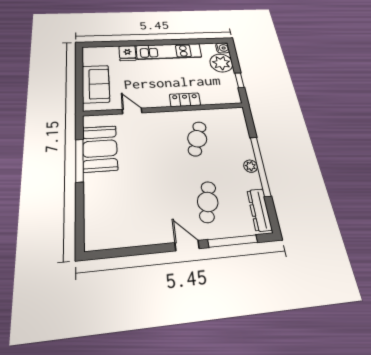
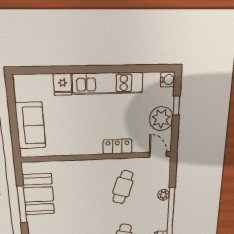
plant: (221, 63) -> (161, 119), moved
window: (240, 80) -> (176, 106), moved
door: (132, 111) -> (158, 154), moved
plant: (251, 166) -> (163, 195), moved

